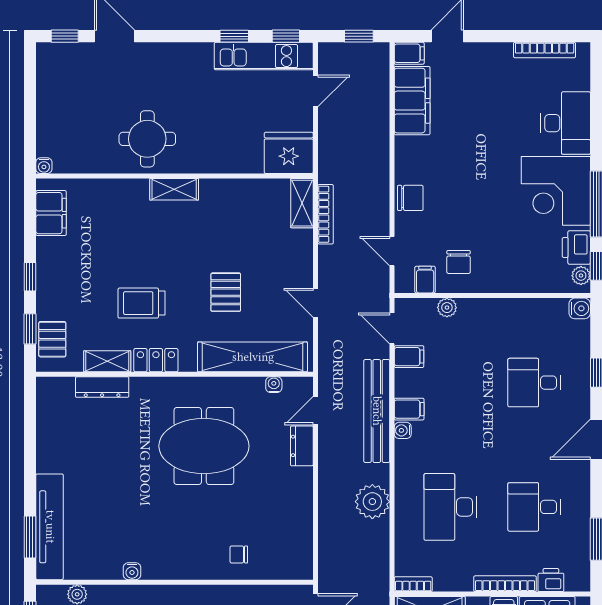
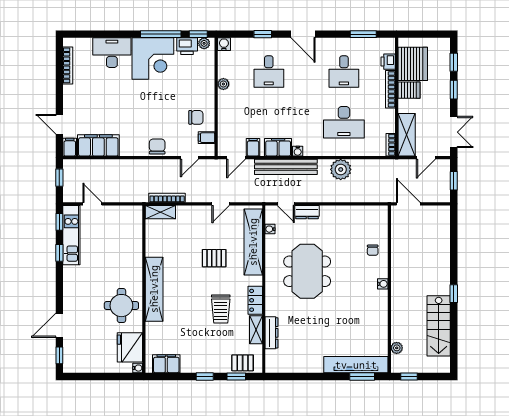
fridge: (289, 153) -> (130, 347), moved
shelving: (174, 189) -> (154, 289), width x2.20, depth x1.33
plant: (447, 308) -> (223, 84), moved
filing cabinet: (409, 409) -> (278, 147), width x2.00
water cooler: (132, 571) -> (383, 284), moved

